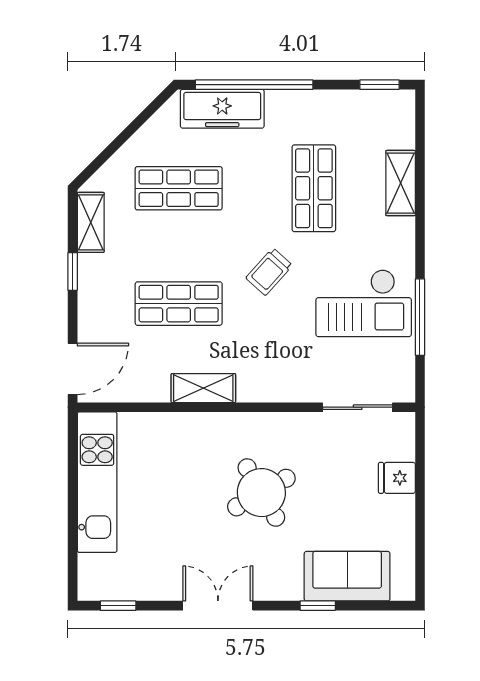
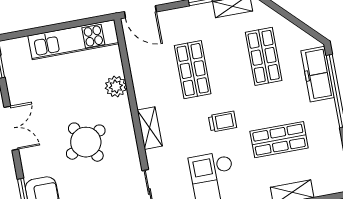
trolley: (269, 272) -> (223, 122), turned 138
shelving: (203, 388) -> (150, 128), moved
plant: (183, 429) -> (116, 86), added

